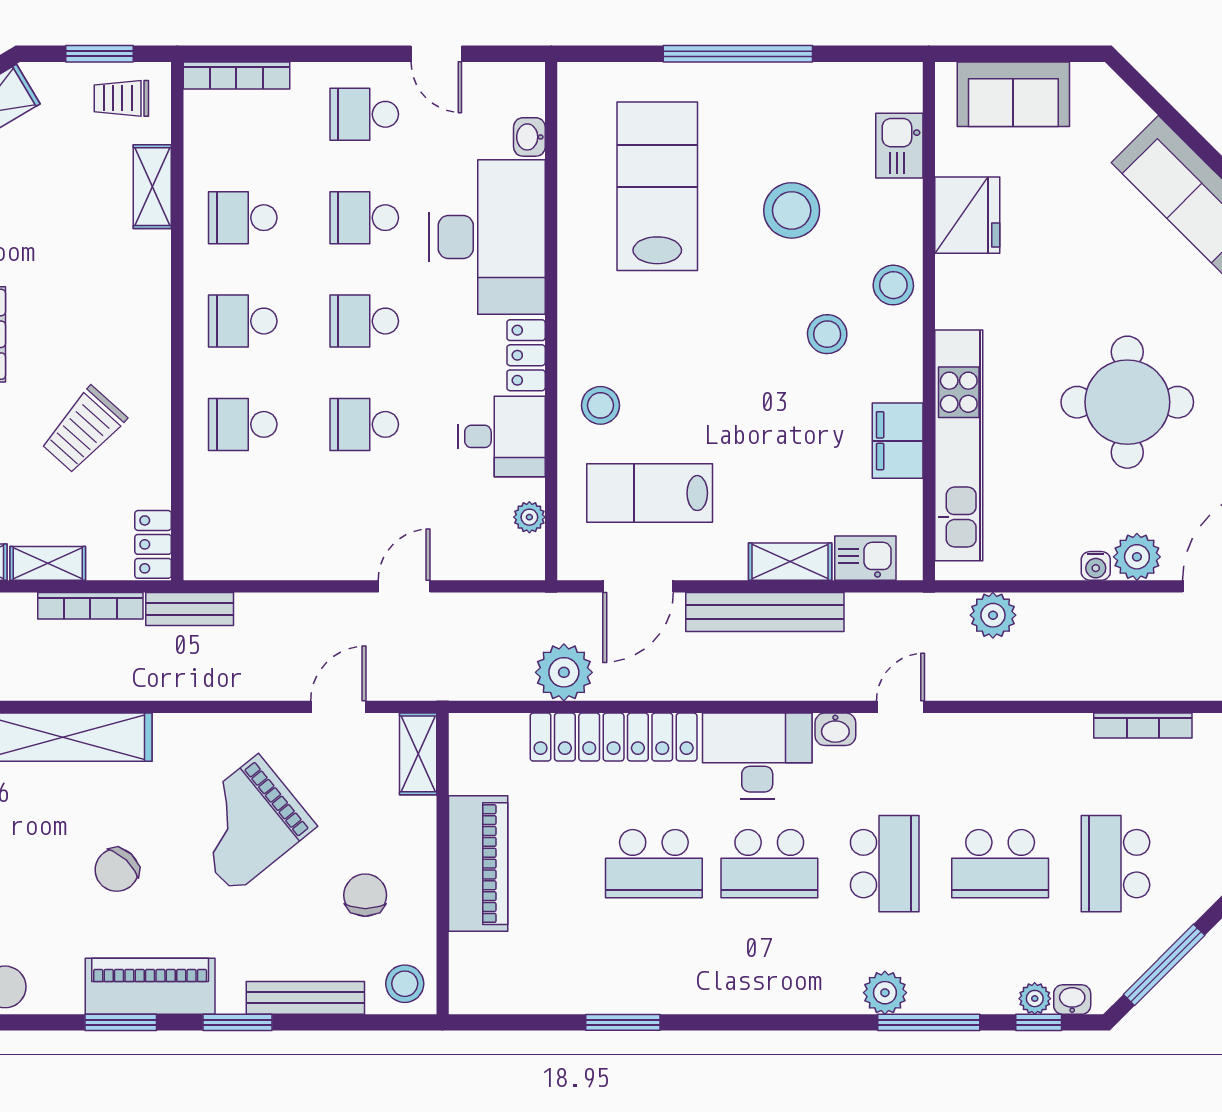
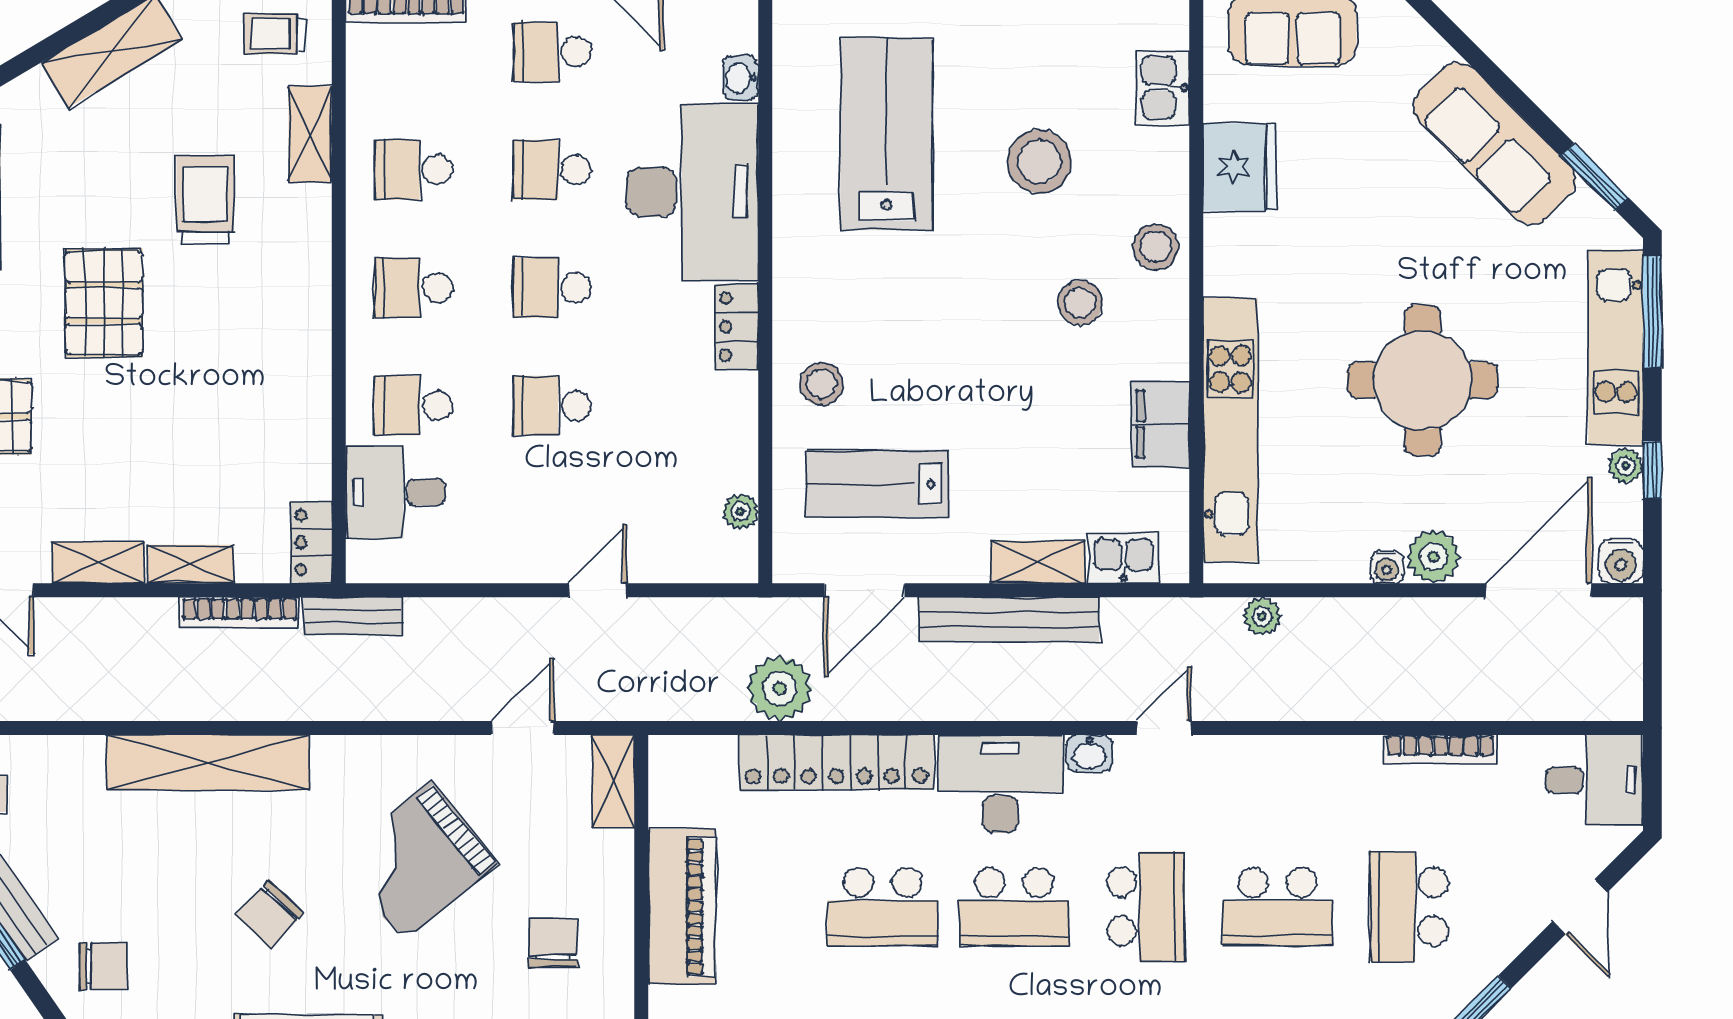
trolley: (83, 430) -> (205, 200), moved, turned 138
desk: (501, 436) -> (395, 492), moved, turned 180
plant: (993, 615) -> (1262, 616), width x0.73, depth x0.73

